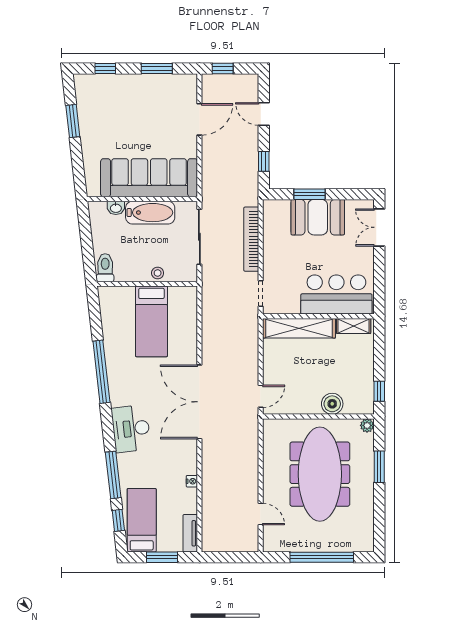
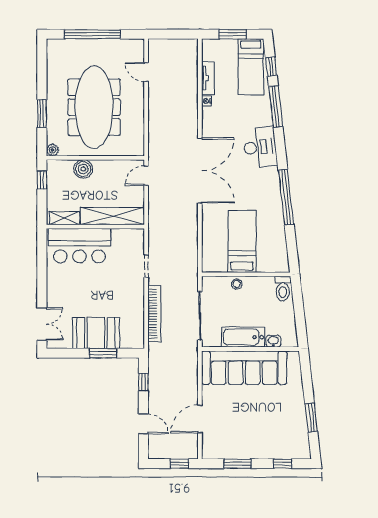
bar counter: (336, 294) -> (80, 246), moved
wall: (318, 316) -> (95, 227), moved
shelving: (354, 326) -> (64, 218), moved
shelving: (299, 328) -> (112, 216), moved
tv unit: (190, 533) -> (208, 78), moved

